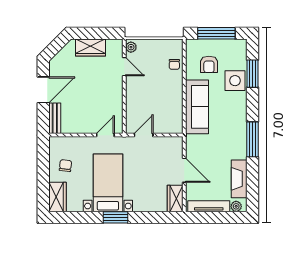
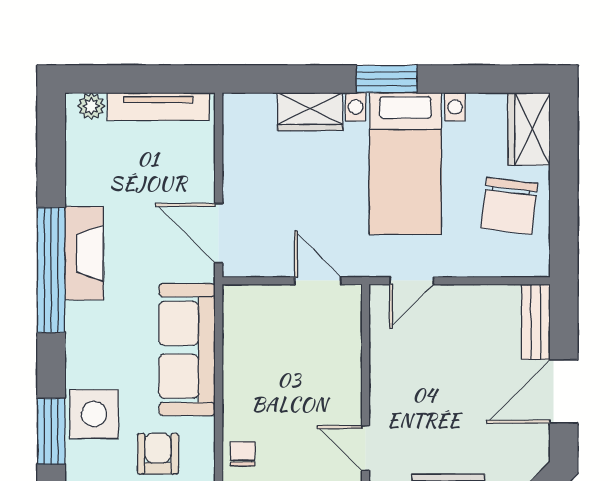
door: (144, 135) -> (318, 281), swing flipped
window: (253, 139) -> (51, 270), width x1.46
chair: (65, 166) -> (509, 206), width x1.87, depth x1.87
door: (184, 170) -> (219, 233), moved
fireplace: (239, 179) -> (84, 253), moved
wardrobe: (175, 199) -> (310, 112), moved, turned 90

